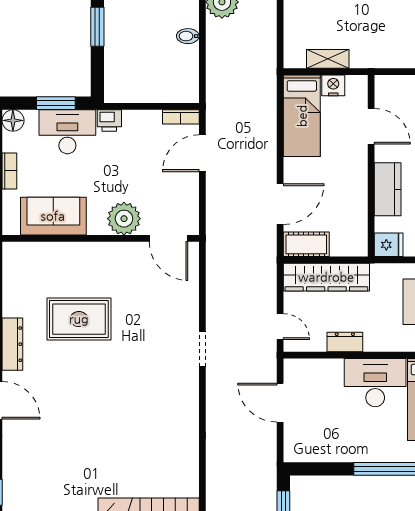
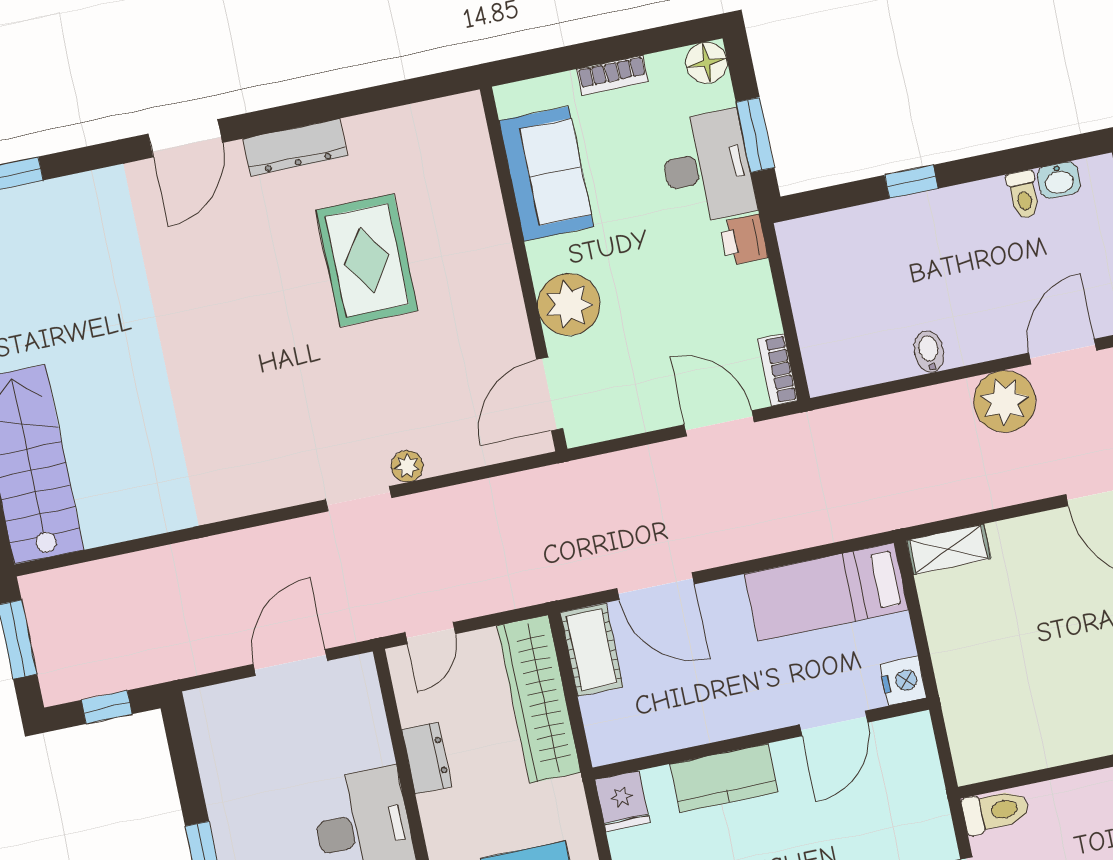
window: (97, 27) -> (911, 182), width x0.67
shelving: (328, 59) -> (949, 549), moved, turned 90
nightstand: (333, 85) -> (903, 681), moved
plant: (191, 320) -> (407, 466), added

